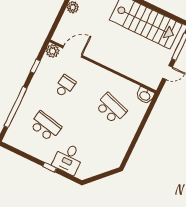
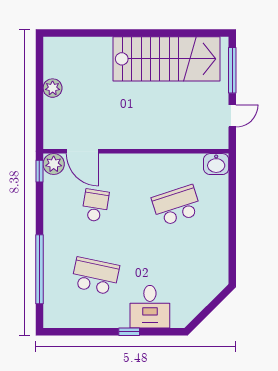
door: (72, 52) -> (82, 151), swing flipped
window: (35, 66) -> (39, 171), moved
school desk: (111, 108) -> (177, 205), turned -36

